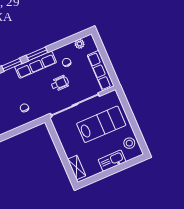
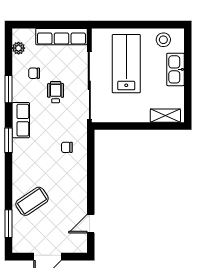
window: (37, 54) -> (9, 89), moved
row of seats: (36, 65) -> (21, 120), width x0.68

